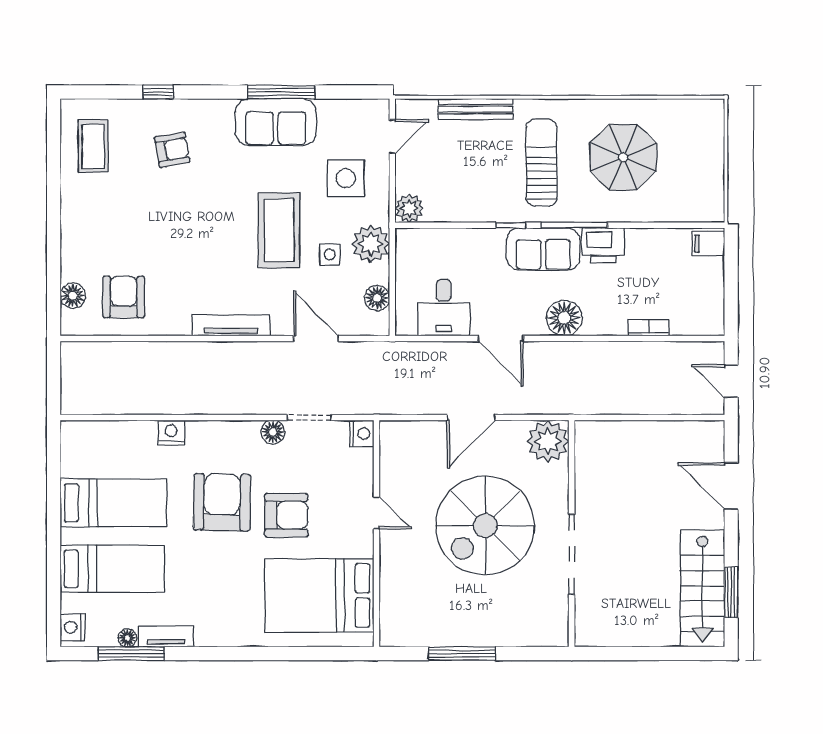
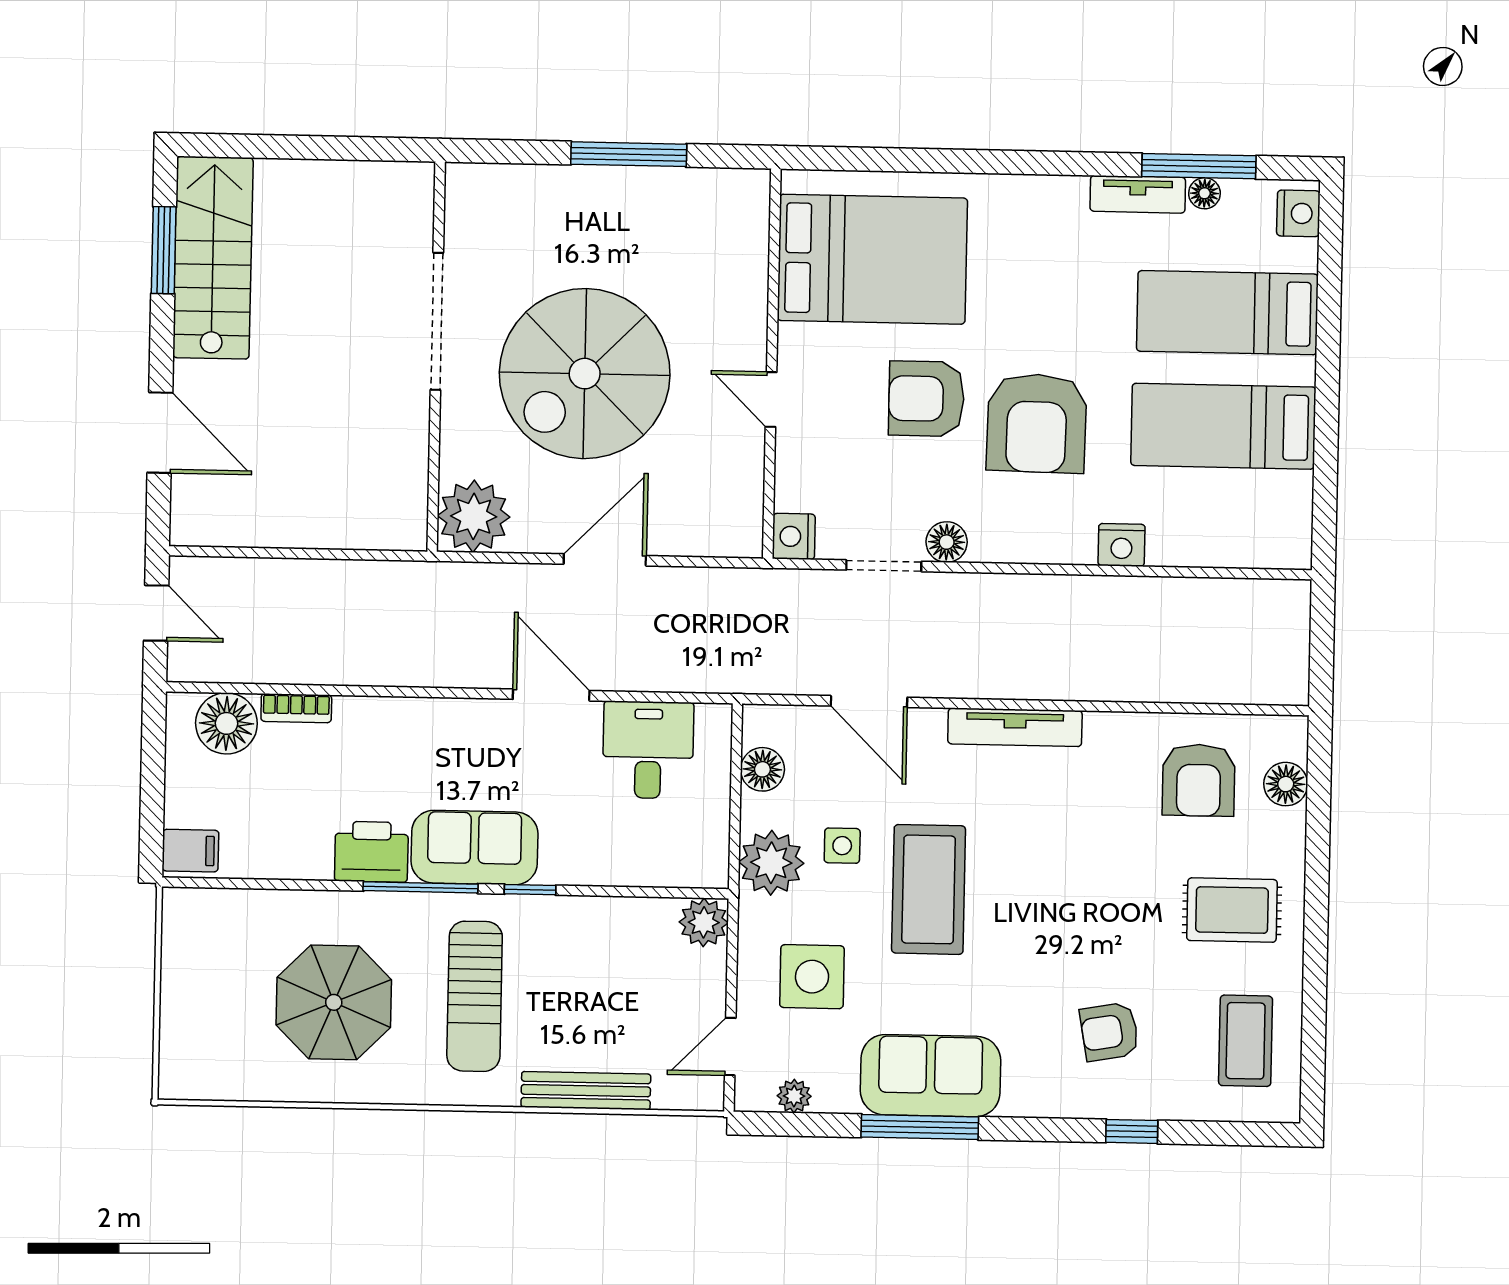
plant: (355, 109) -> (794, 1096), added
rug: (103, 222) -> (1232, 910), added
floor lamp: (564, 318) -> (226, 723), moved
spiral stairs: (485, 526) -> (585, 374), turned 180

